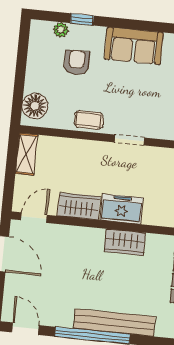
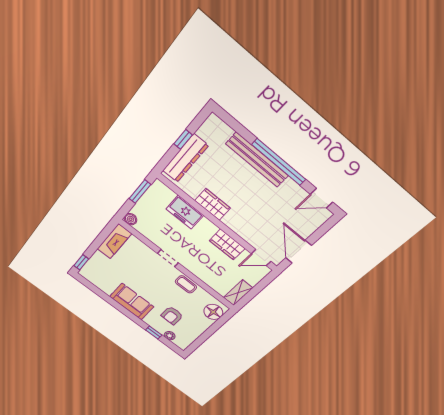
freezer: (121, 209) -> (185, 212), moved
door: (25, 329) -> (321, 198), hinge flipped

